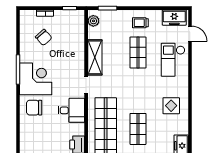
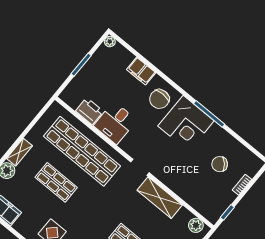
chair: (34, 108) -> (159, 99), turned 180
desk: (71, 110) -> (115, 123), moved
filing cabinet: (26, 133) -> (141, 71), added

